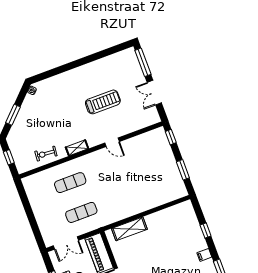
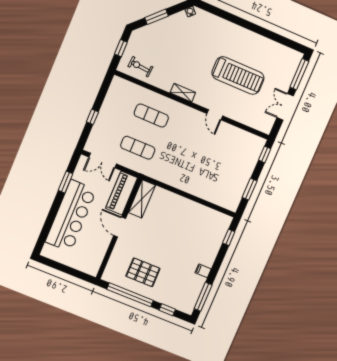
treadmill: (103, 102) -> (238, 76), width x1.37, depth x1.37
exercise bike: (46, 154) -> (140, 67), moved
window: (32, 220) -> (92, 117), added
shelving: (129, 229) -> (142, 199), moved, turned 90
window: (206, 231) -> (229, 237), moved

